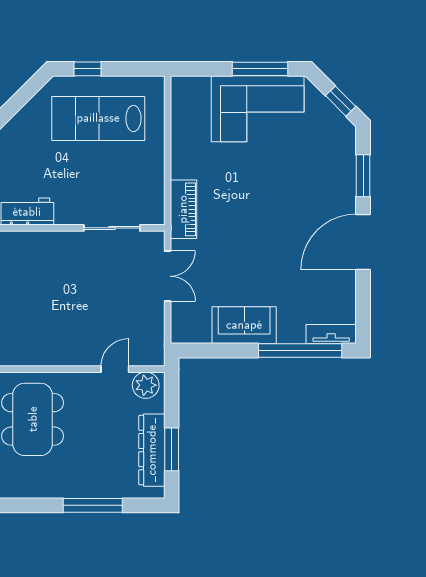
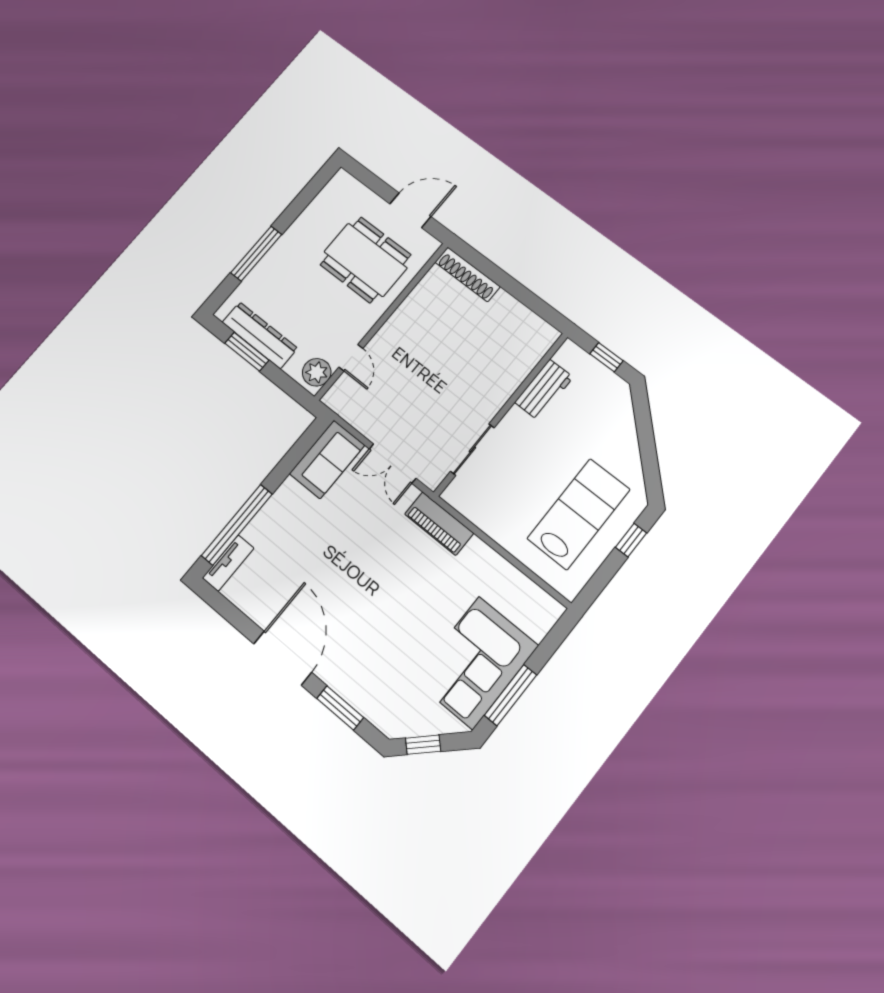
sofa: (244, 325) -> (327, 459), moved

